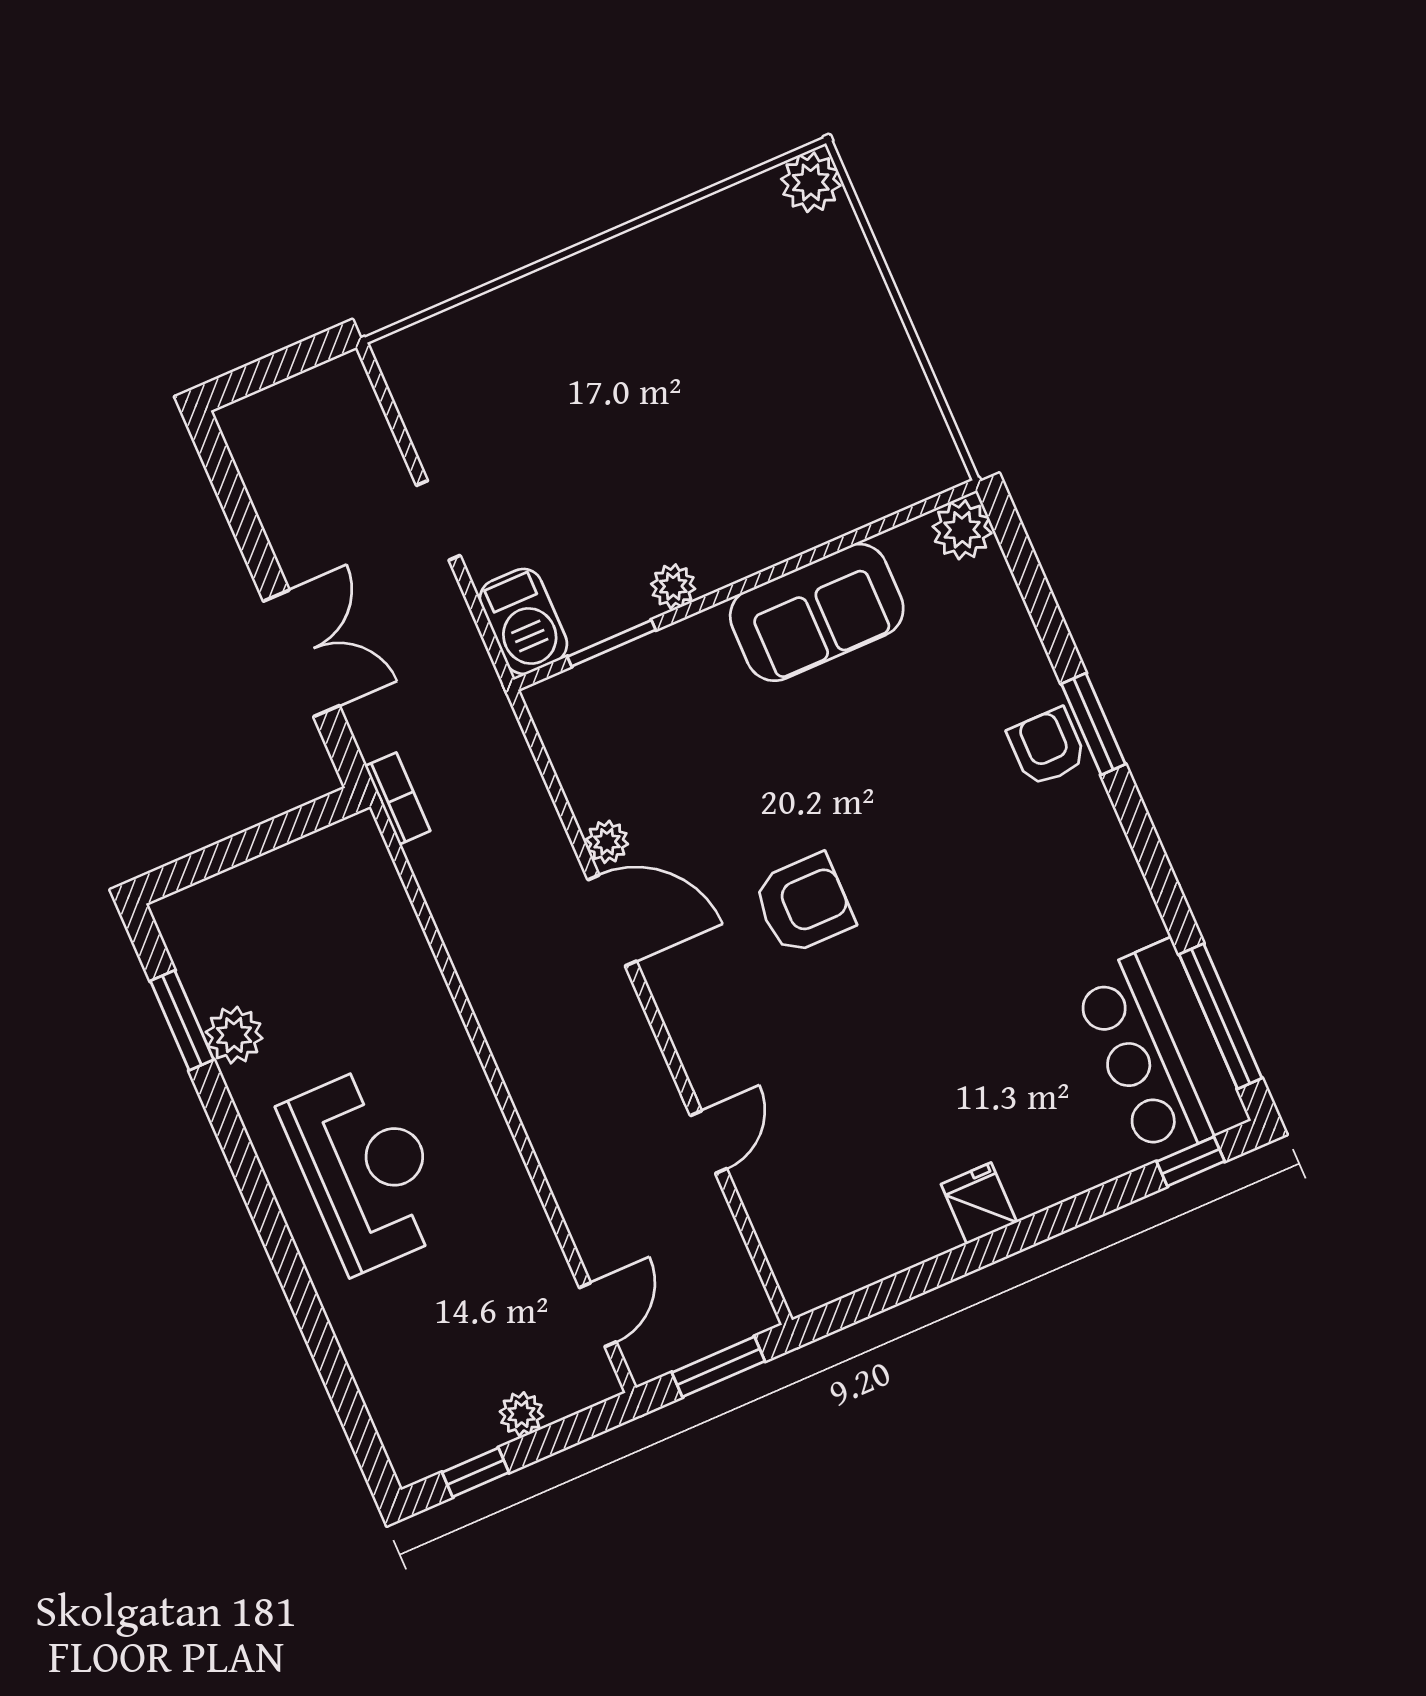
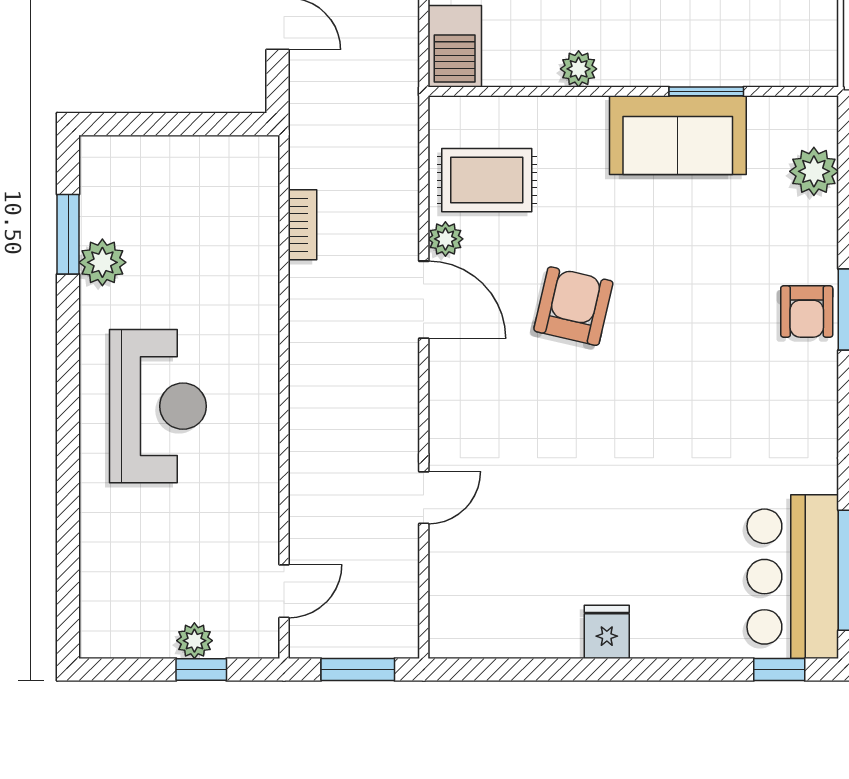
plant: (962, 530) -> (814, 171), moved
window: (611, 643) -> (706, 91), moved
armchair: (1047, 747) -> (807, 311), turned 180
rug: (625, 756) -> (487, 180), added
bookcase: (398, 798) -> (302, 225), moved
armchair: (804, 904) -> (573, 306), moved, turned -77
window: (475, 1472) -> (201, 670), moved

